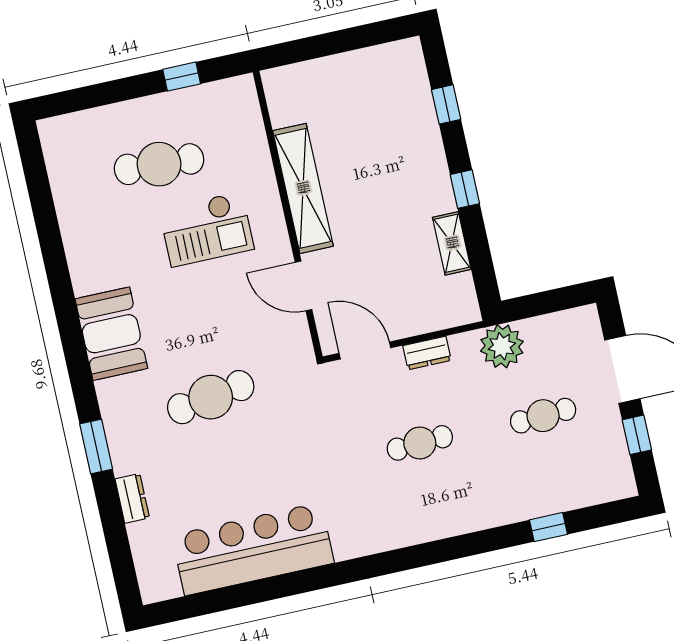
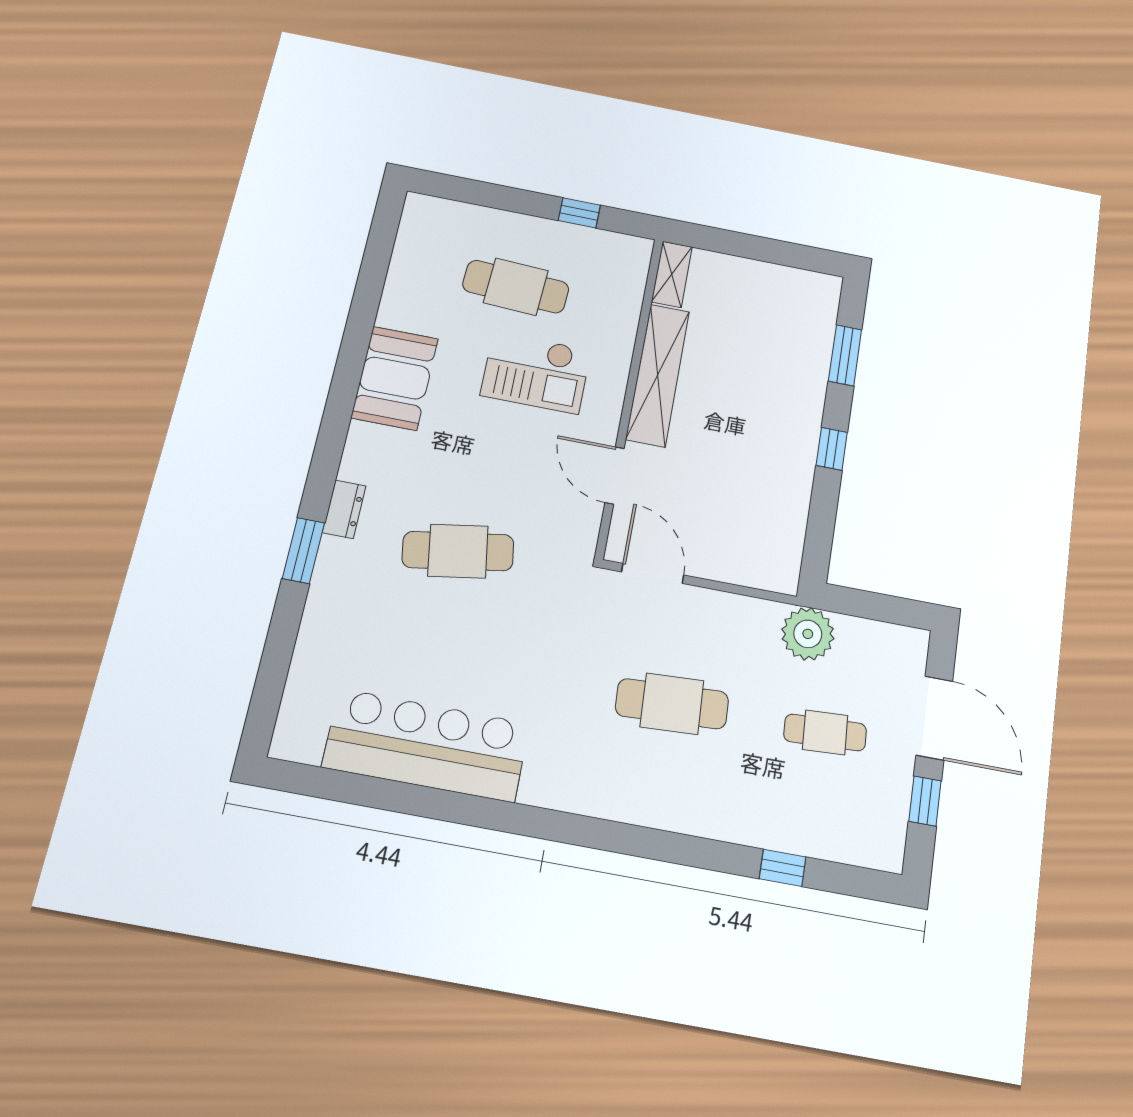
window: (446, 104) -> (845, 355), width x1.50
shelving: (452, 243) -> (672, 274), moved
booth: (111, 334) -> (395, 378), moved
dresser: (427, 353) -> (721, 606), removed
cafe table: (420, 443) -> (672, 704), width x1.37, depth x1.35
dresser: (132, 498) -> (344, 509), moved

